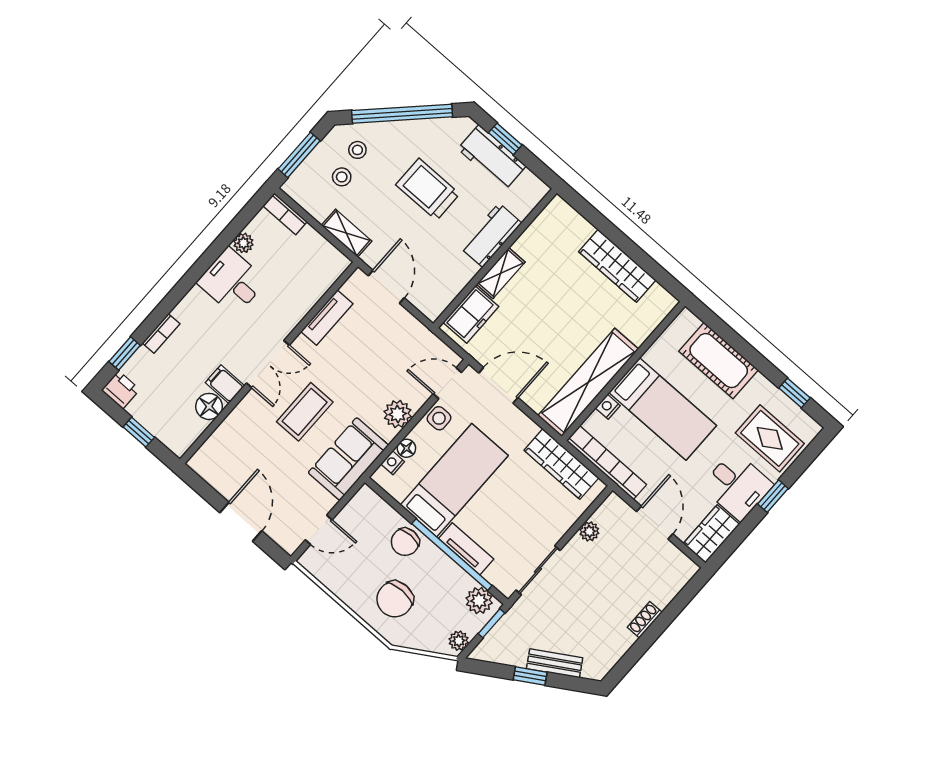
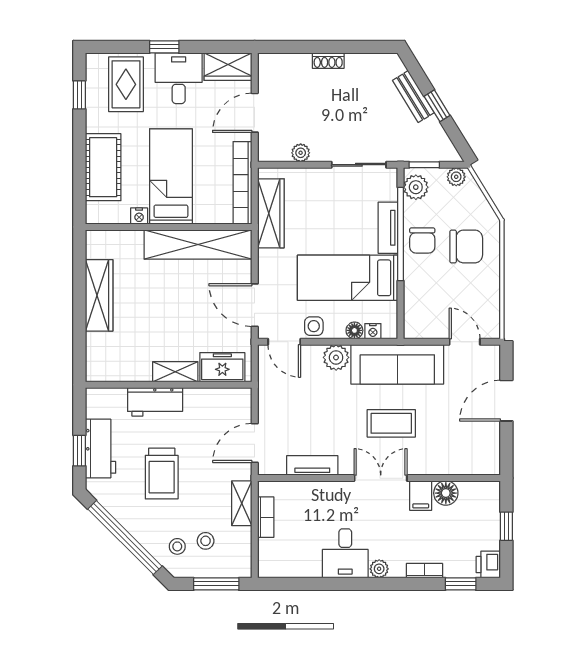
bookcase: (285, 214) -> (266, 517), moved
plant: (243, 243) -> (379, 569), moved
nightstand: (608, 407) -> (139, 216), moved
sofa: (348, 459) -> (397, 364), width x1.36
chair: (405, 542) -> (422, 241), moved, turned 90

